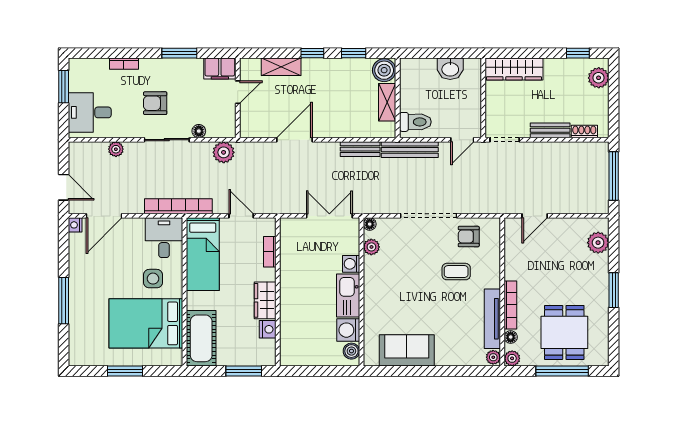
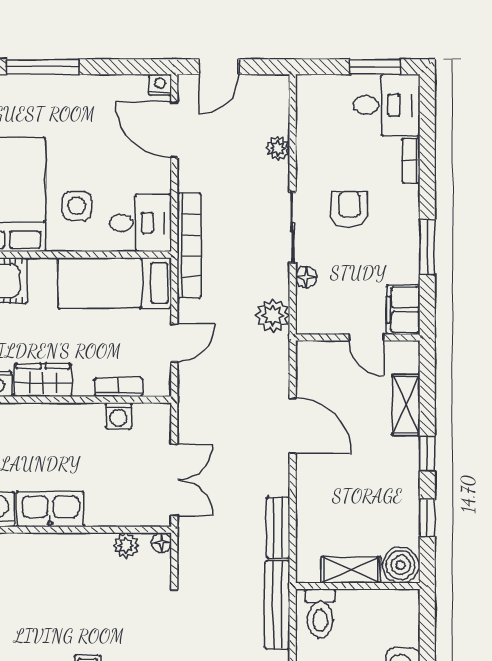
desk: (90, 112) -> (387, 105), moved, turned 90
washing machine: (351, 264) -> (119, 416), moved, turned 180

